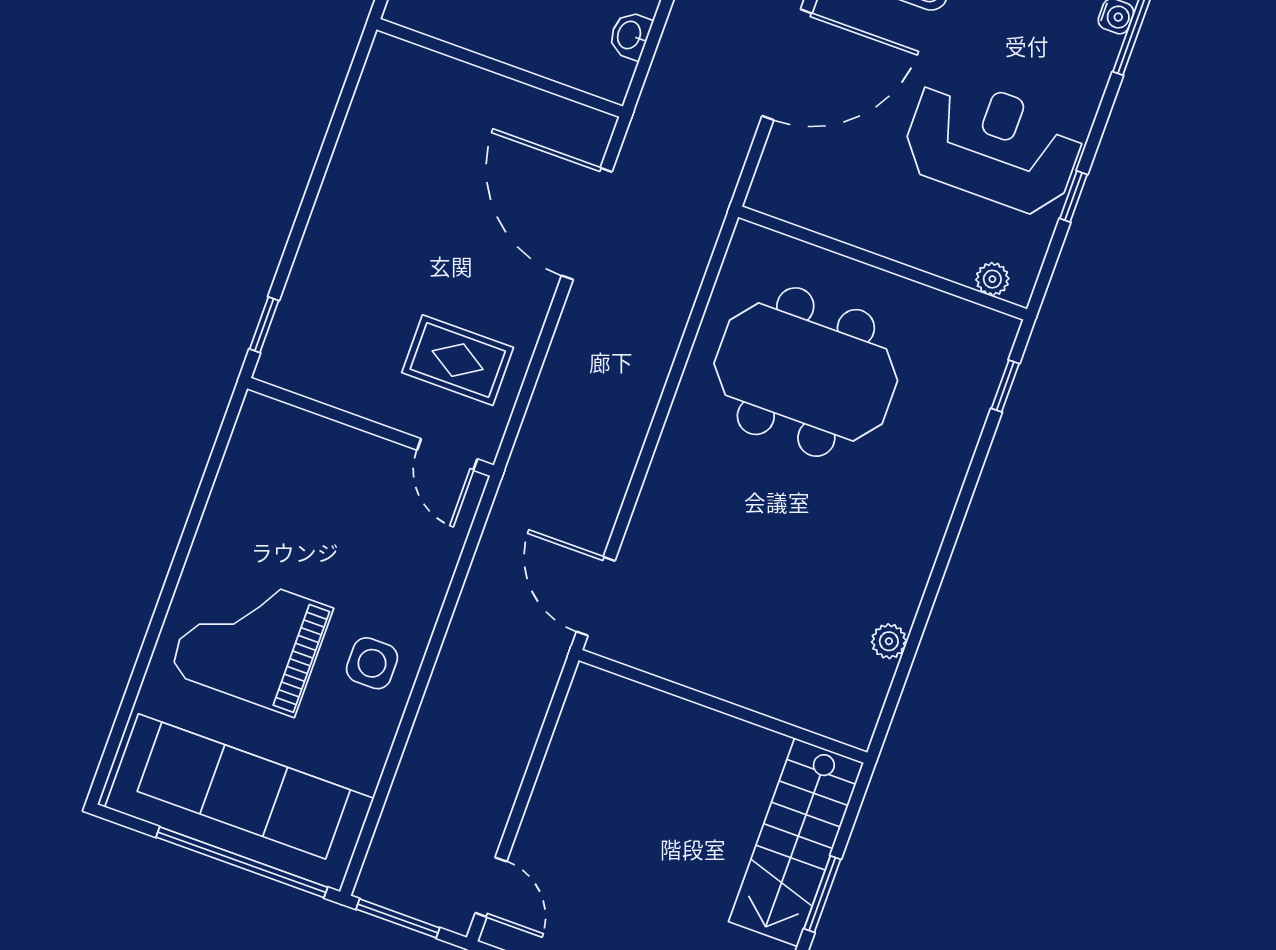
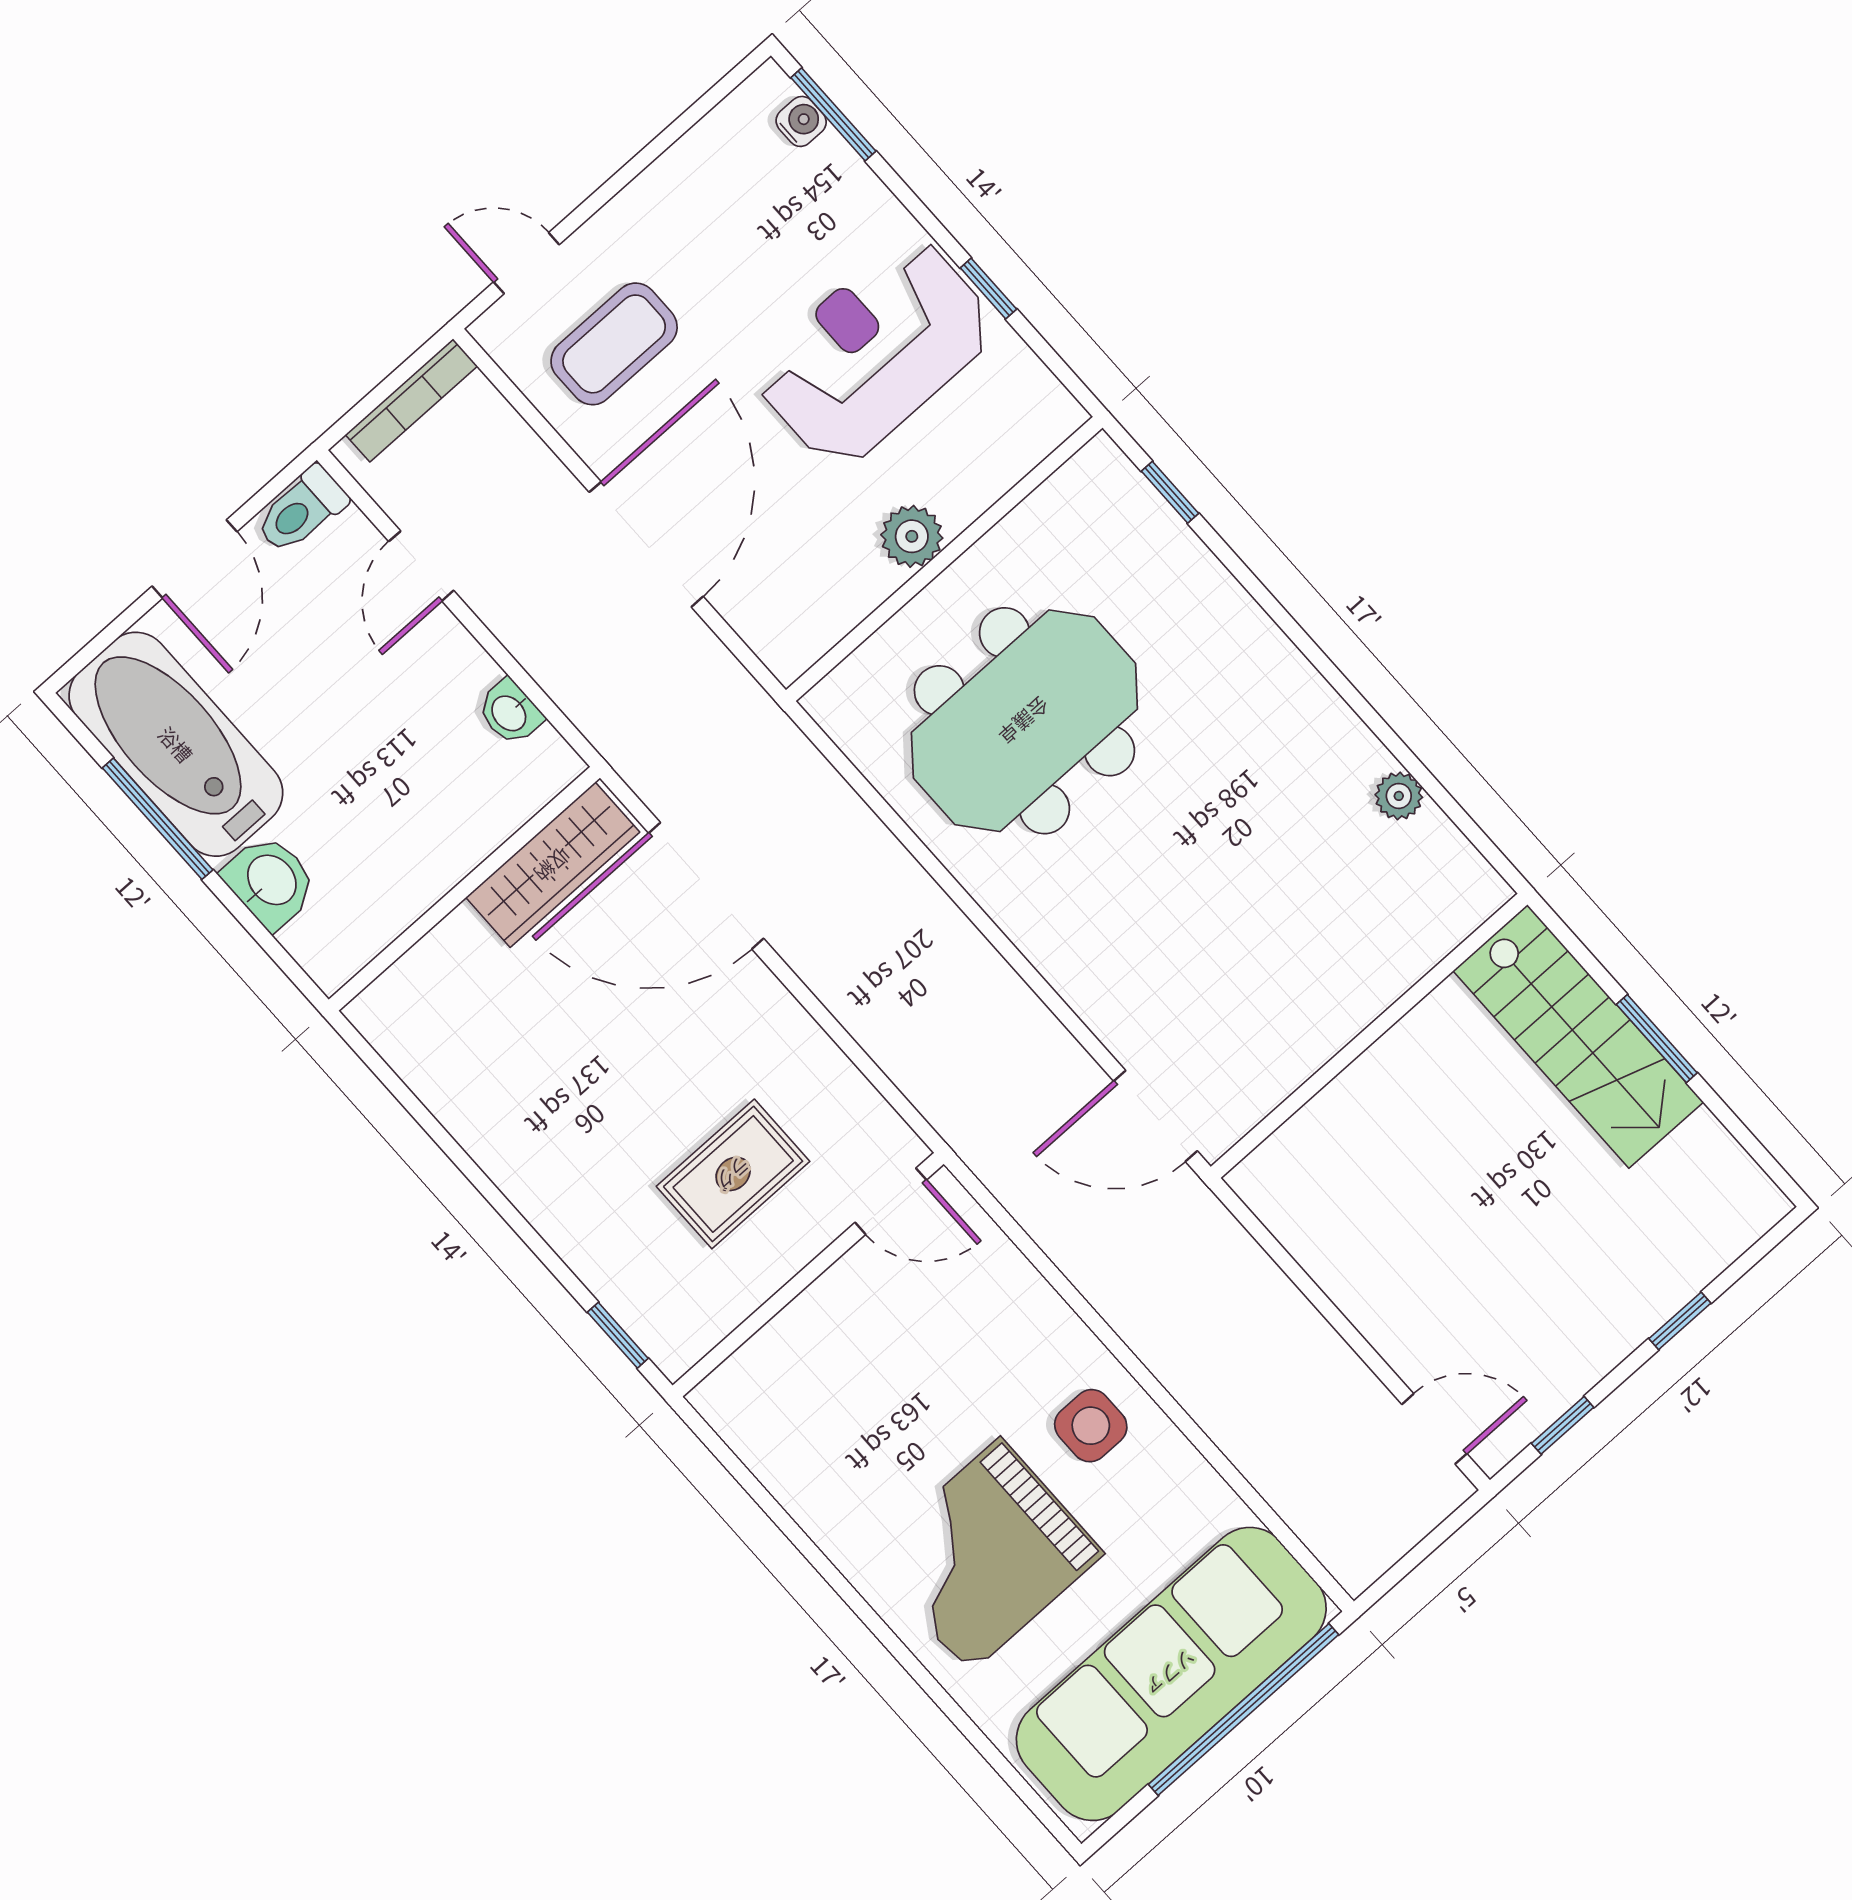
wardrobe: (546, 117) -> (553, 865), added
plant: (992, 279) -> (912, 536), moved, width x1.38, depth x1.38
rug: (458, 360) -> (733, 1174), moved
window: (398, 918) -> (1411, 1560), removed

